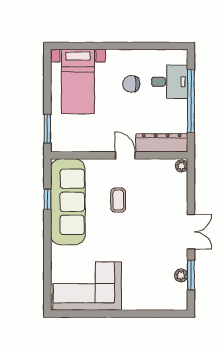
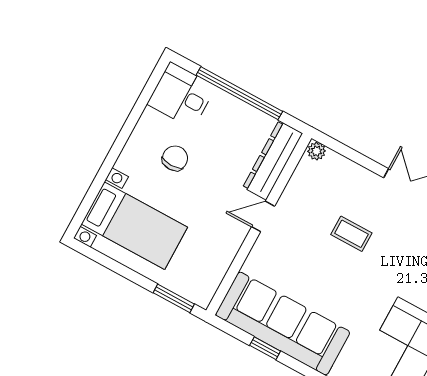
desk: (170, 82) -> (182, 95), moved, turned -90
chair: (131, 84) -> (175, 158), turned 180
coffee table: (118, 200) -> (351, 234), moved

